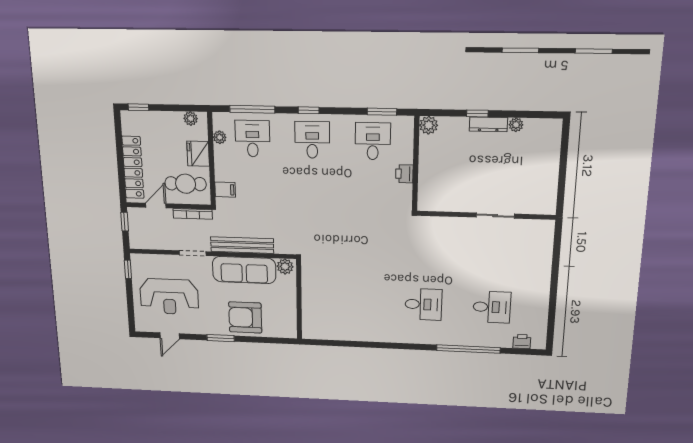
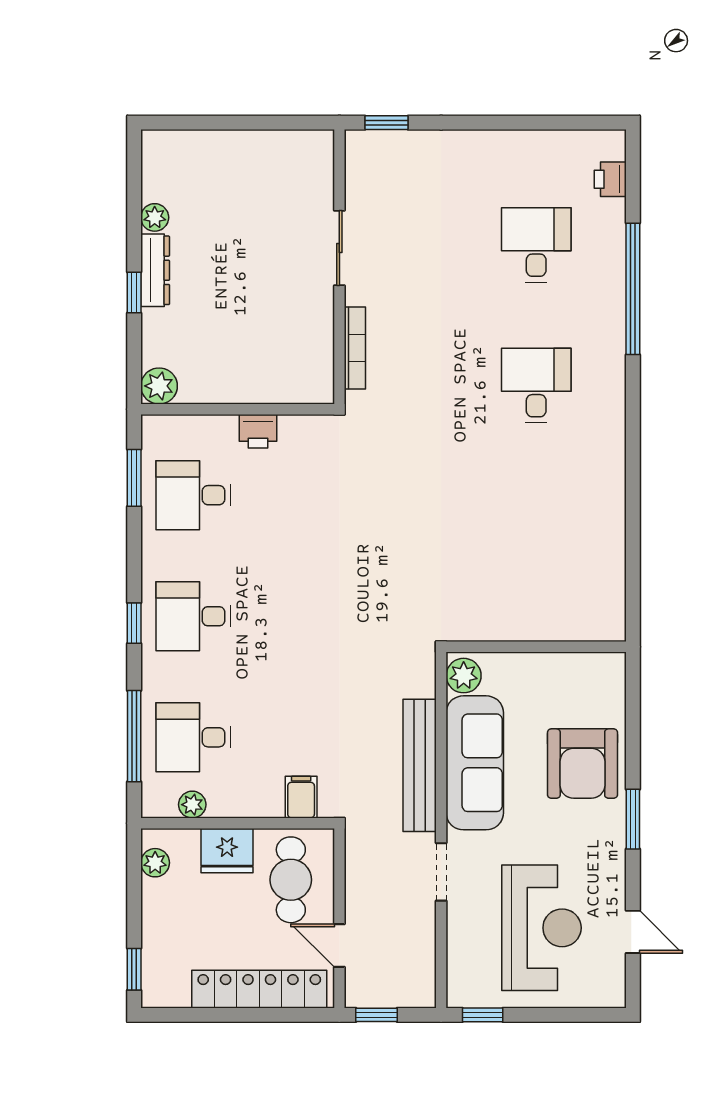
bookcase: (193, 214) -> (355, 348), moved
window: (557, 240) -> (386, 123), added

